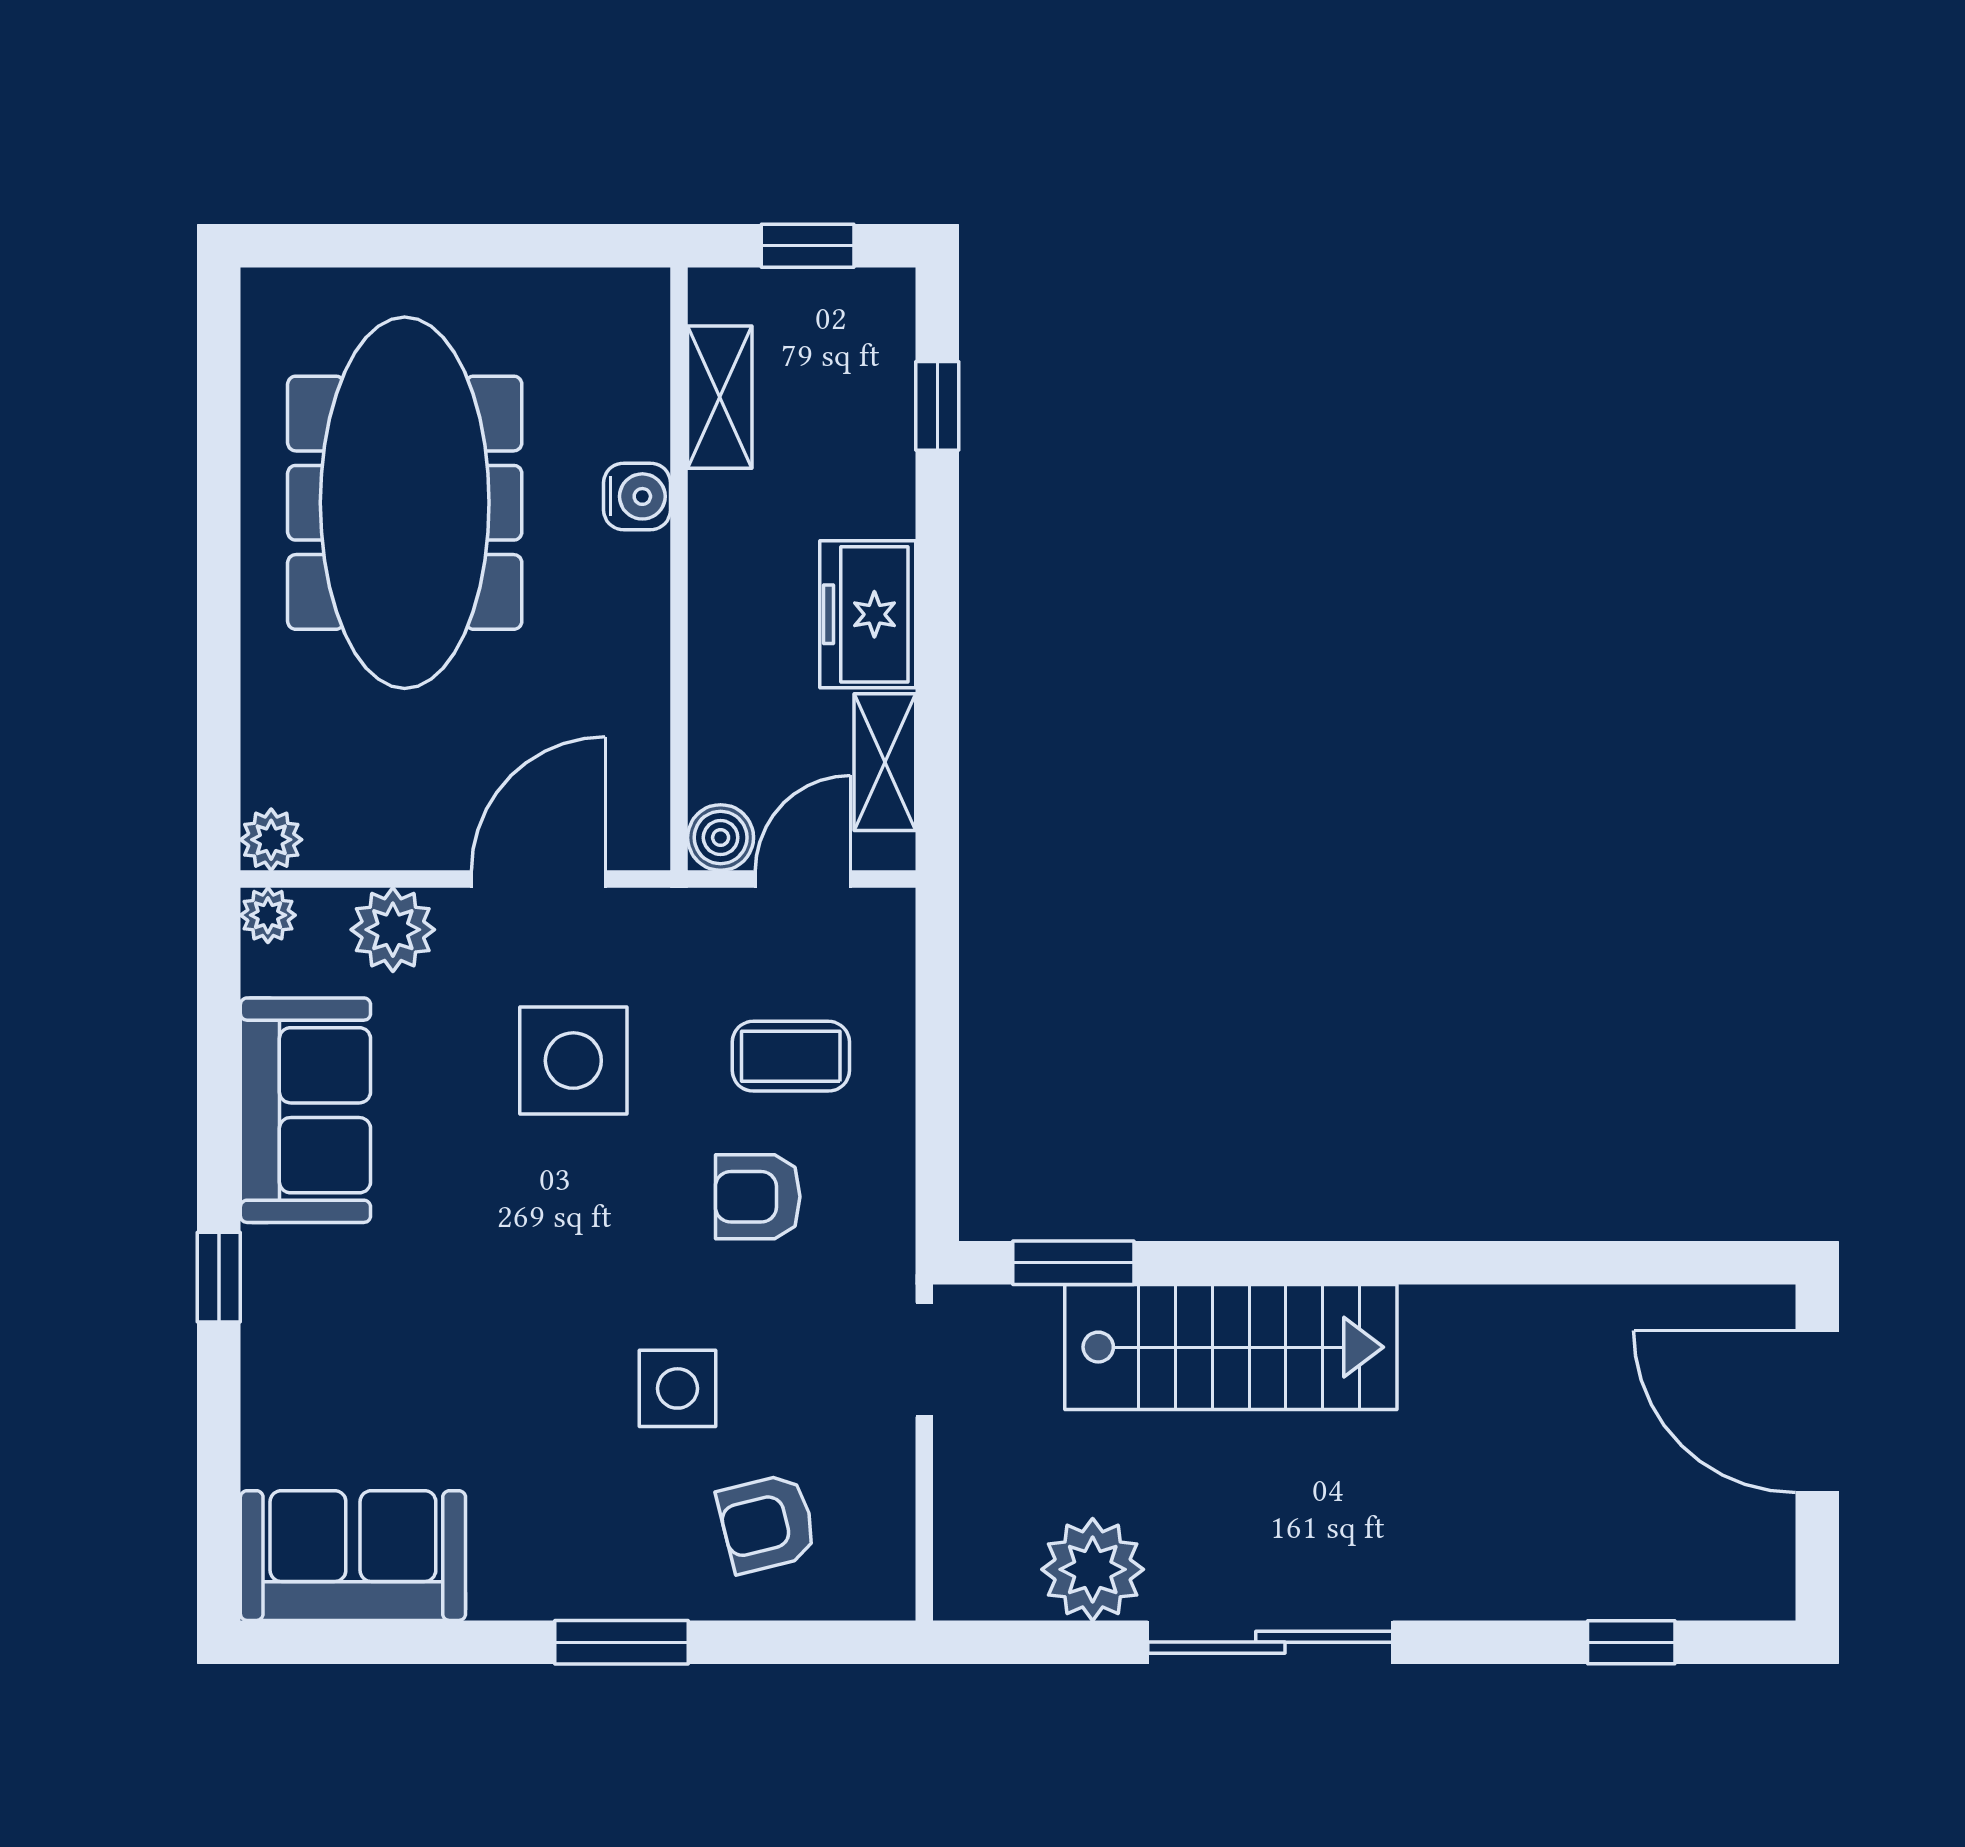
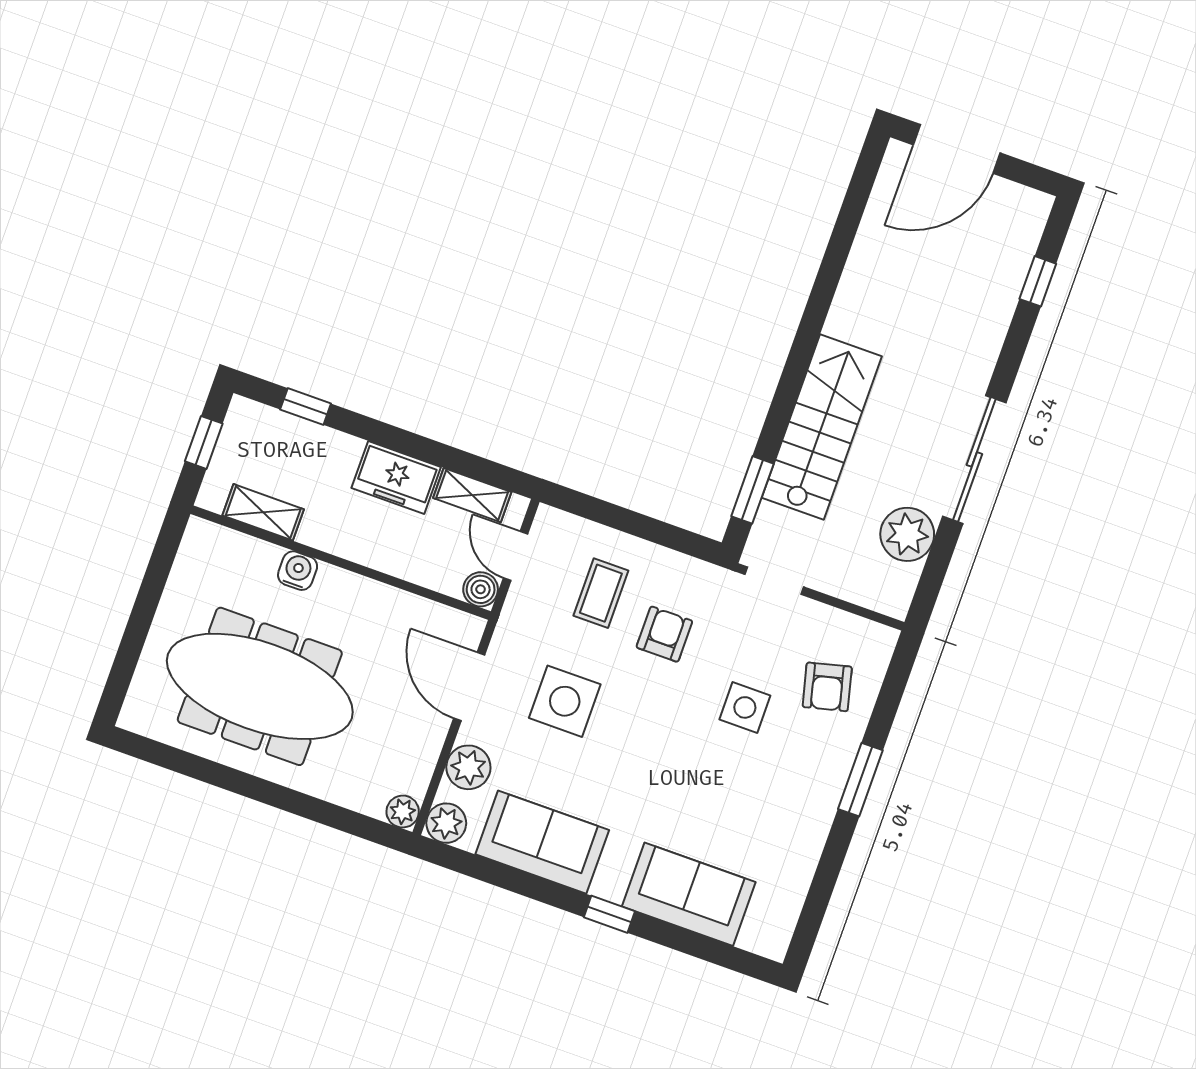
plant: (268, 915) -> (446, 823), width x1.38, depth x1.38
armchair: (758, 1197) -> (664, 634), turned 180
sofa: (353, 1556) -> (689, 894), moved, turned 90

